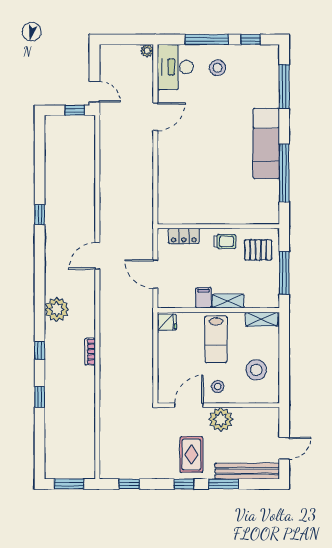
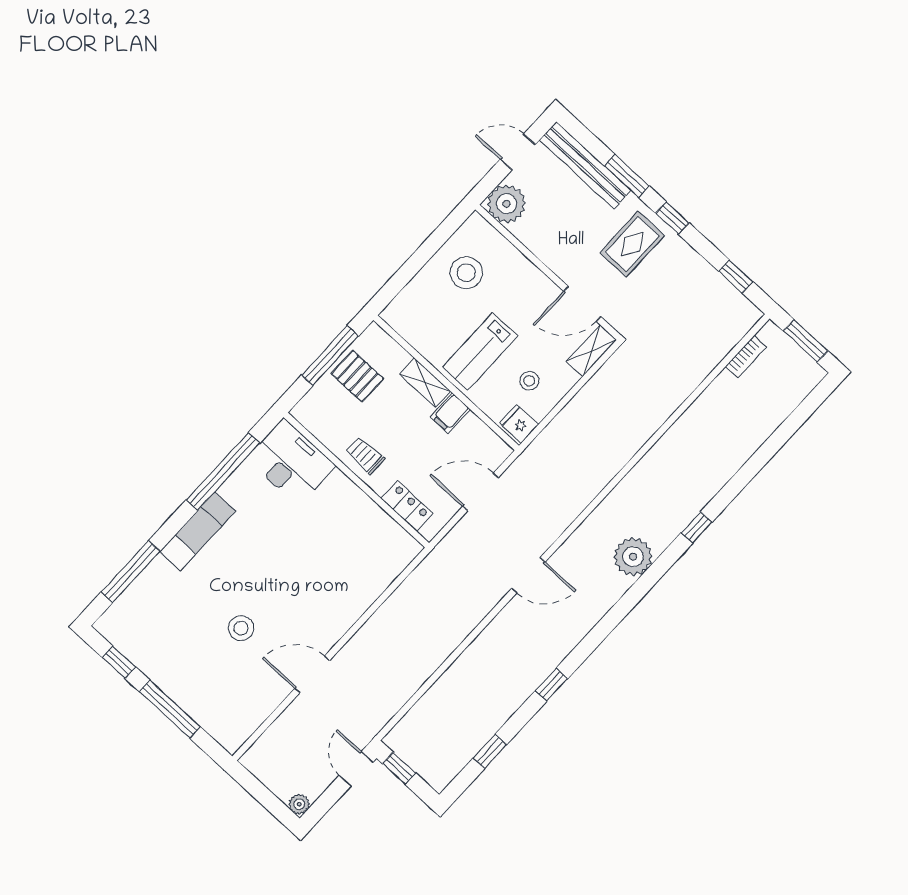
plant: (147, 51) -> (299, 804), moved
desk: (175, 67) -> (291, 462), moved, turned -90
stool: (218, 68) -> (241, 628), moved
exam couch: (266, 144) -> (198, 531), width x0.73, depth x0.69
pallet: (258, 250) -> (357, 376), moved
door: (155, 274) -> (481, 492), swing flipped
shelving: (262, 319) -> (591, 351), moved, turned 90
lab bench: (216, 339) -> (480, 351), turned 180
bookcase: (90, 352) -> (746, 357), moved
stool: (218, 387) -> (529, 381), moved
window: (40, 397) -> (490, 751), moved
plant: (221, 419) -> (507, 204), moved

